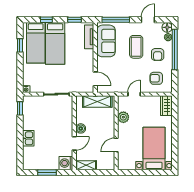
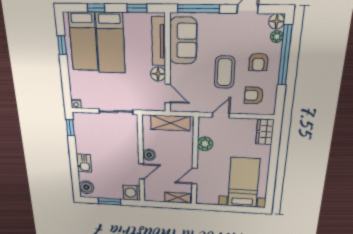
tv unit: (89, 37) -> (159, 41), width x1.41
coffee table: (136, 47) -> (225, 72), moved
floor lamp: (88, 65) -> (158, 74), added
boiler: (29, 160) -> (86, 187), added
shelving: (86, 165) -> (178, 198), moved

